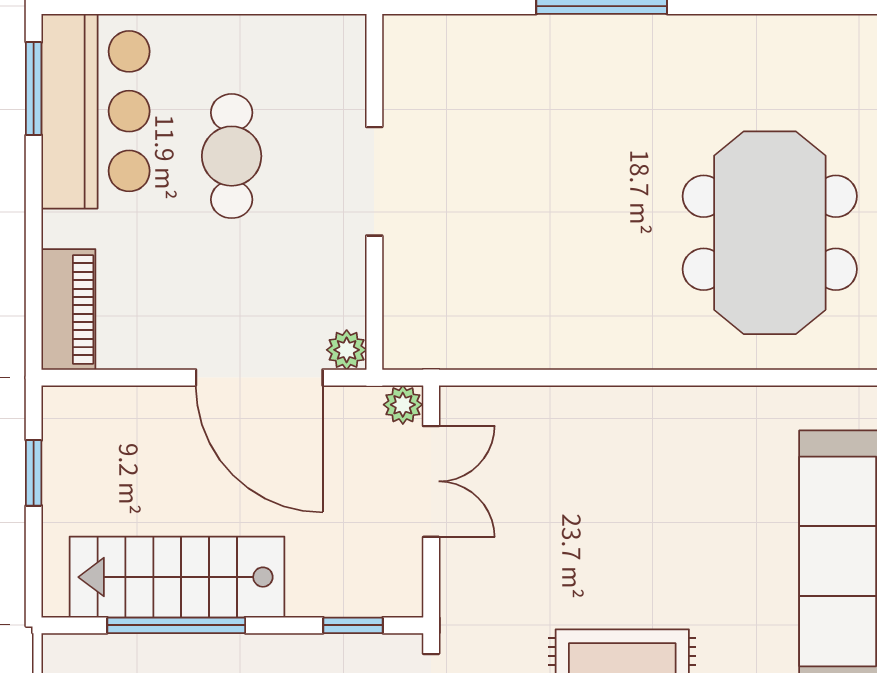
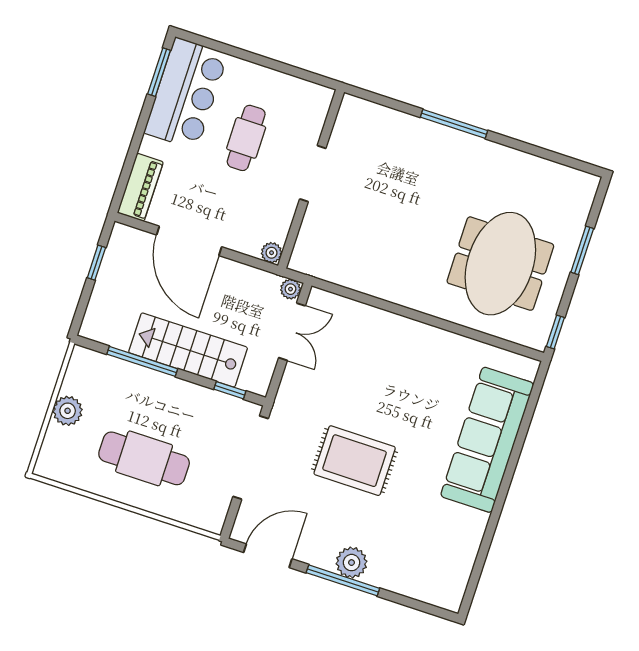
door: (259, 378) -> (189, 241), moved
stairs: (177, 577) -> (188, 350), moved

